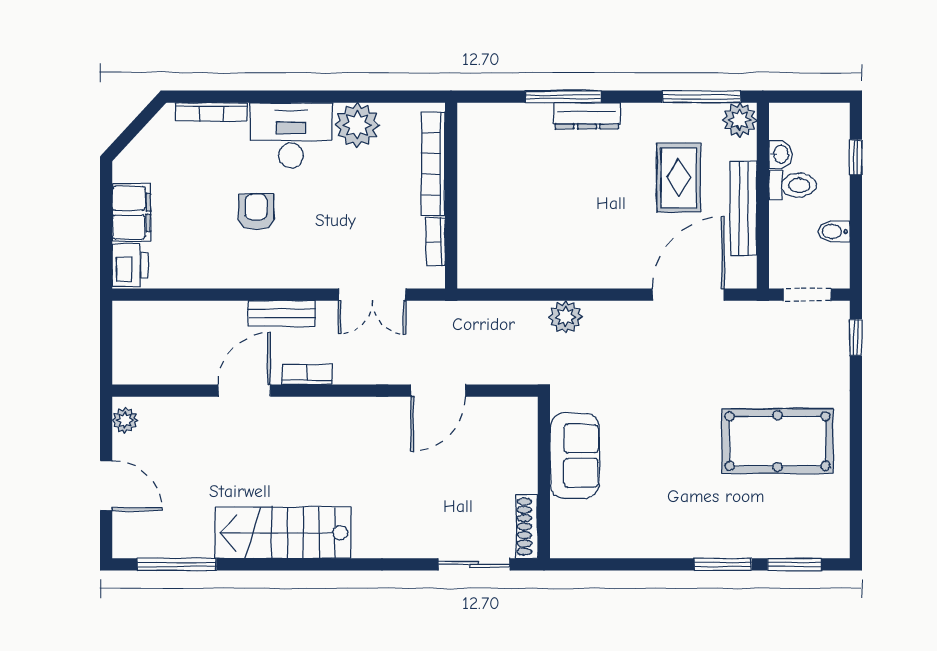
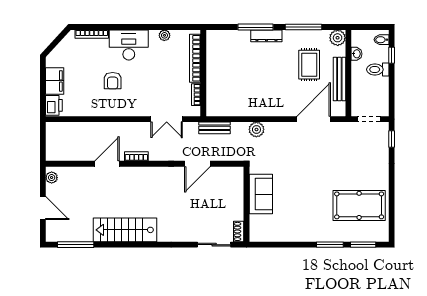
window: (701, 97) -> (303, 27), moved
plant: (357, 125) -> (164, 35), width x0.53, depth x0.53
toilet: (793, 185) -> (378, 70), moved, turned 180
armchair: (256, 212) -> (113, 81), turned 180
bidet: (834, 232) -> (381, 40), moved
bench: (282, 313) -> (214, 128), moved
pool table: (778, 441) -> (359, 205), moved
shoe rack: (527, 527) -> (239, 231), width x0.70

